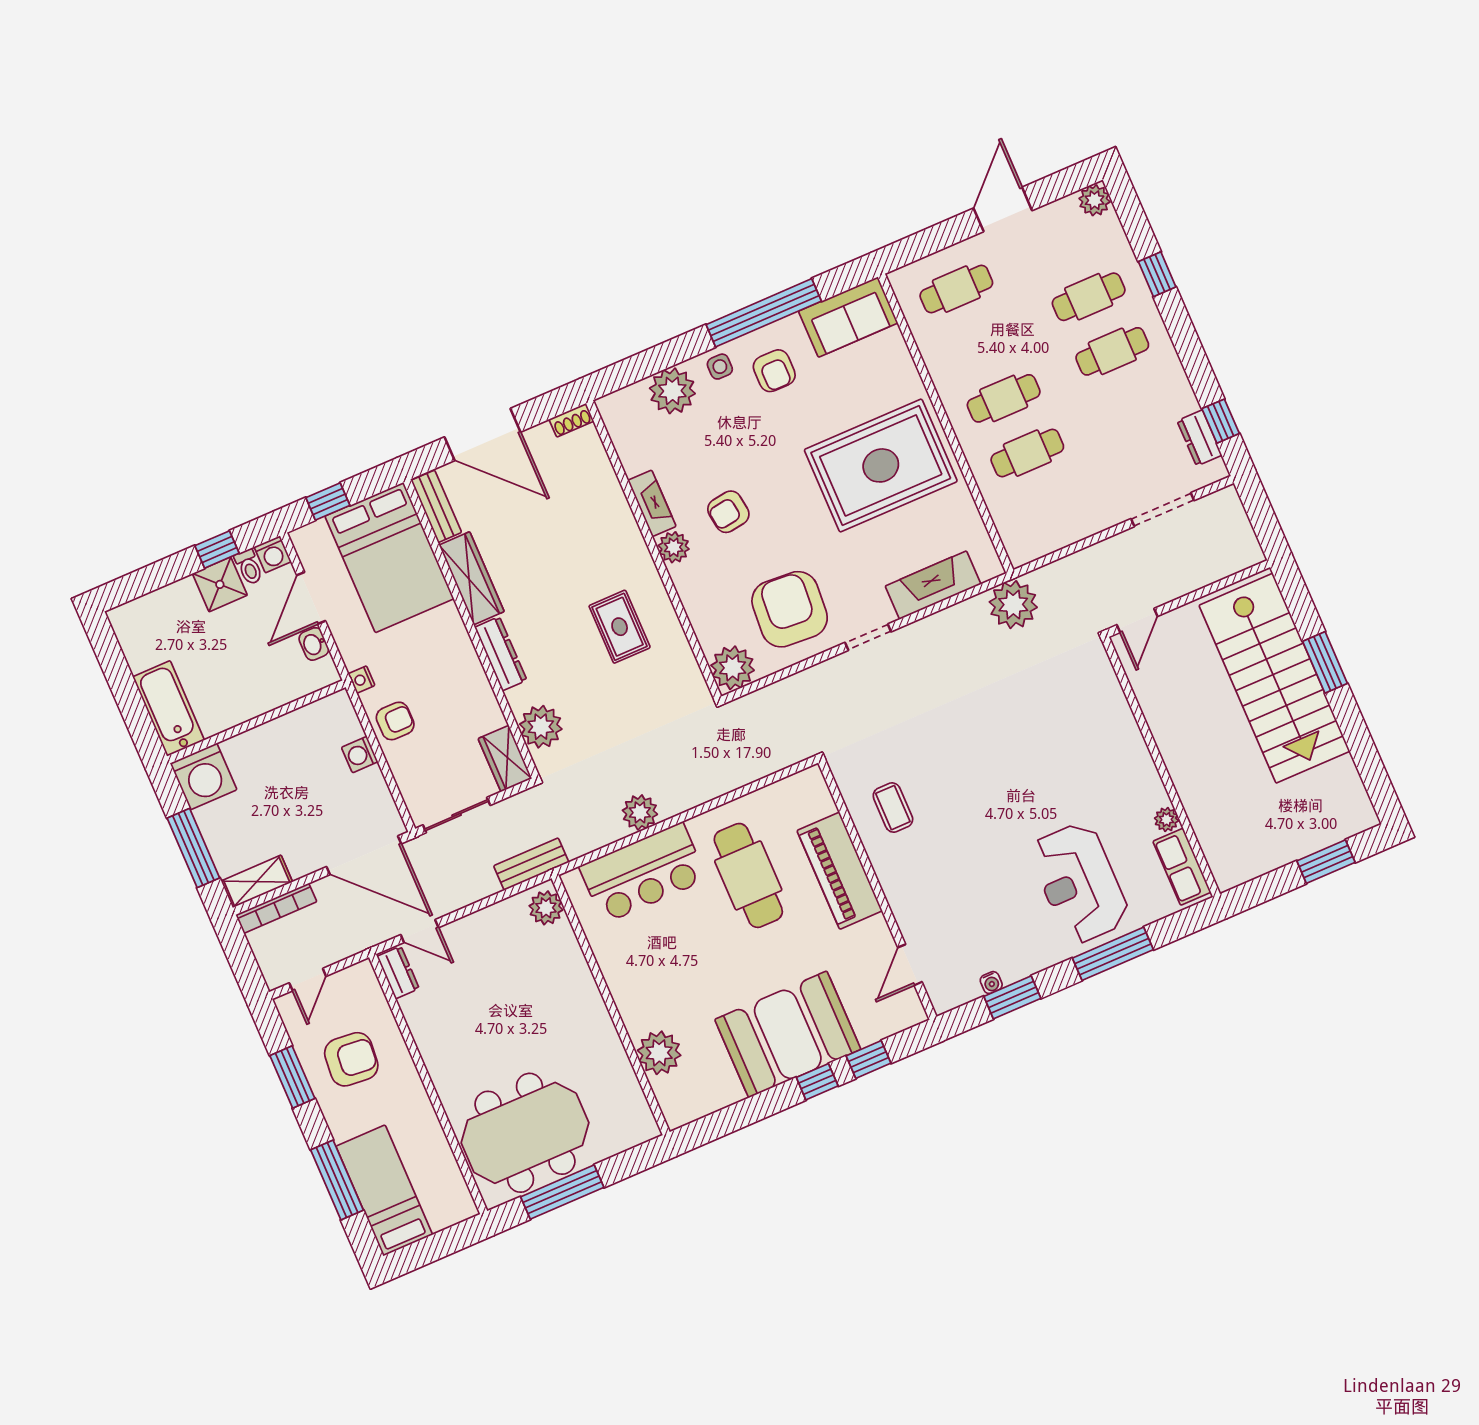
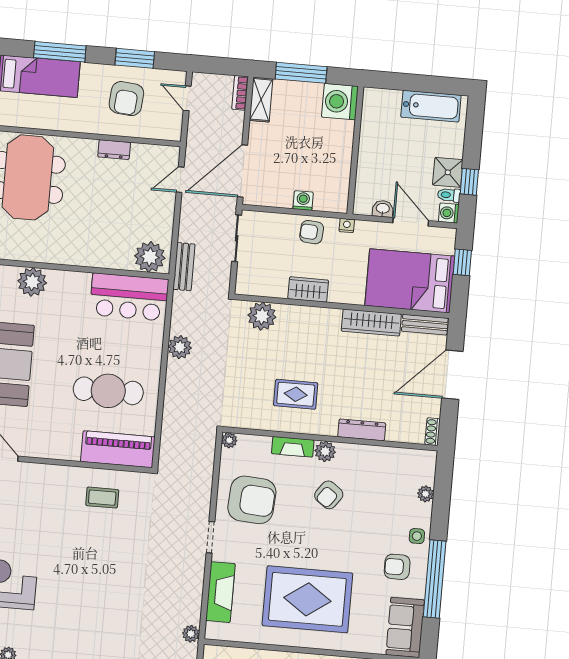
plant: (672, 391) -> (426, 494), width x0.53, depth x0.53
rug: (881, 465) -> (307, 599), turned 90
fireplace: (652, 503) -> (293, 447), moved
armchair: (728, 512) -> (329, 495), turned -136
plant: (1013, 605) -> (191, 634), width x0.53, depth x0.53
dresser: (501, 654) -> (362, 430), moved, turned 180
plant: (733, 668) -> (229, 440), width x0.53, depth x0.53
bathtub: (169, 708) -> (431, 106), moved
armchair: (395, 721) -> (312, 232), turned 94
wardrobe: (505, 759) -> (308, 289), moved
piano: (840, 871) -> (118, 449), moved
bar counter: (643, 873) -> (129, 297), moved, turned -90
bookcase: (276, 908) -> (240, 93), width x0.64
plant: (546, 908) -> (150, 257), width x1.36, depth x1.36
dresser: (398, 972) -> (114, 150), moved

